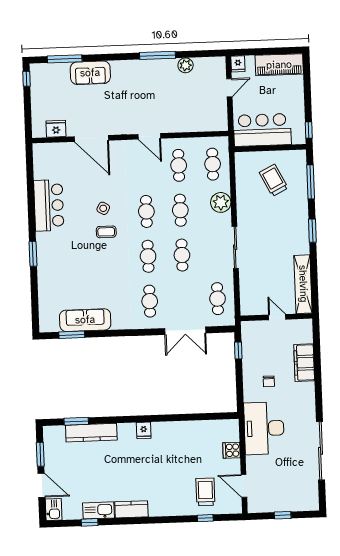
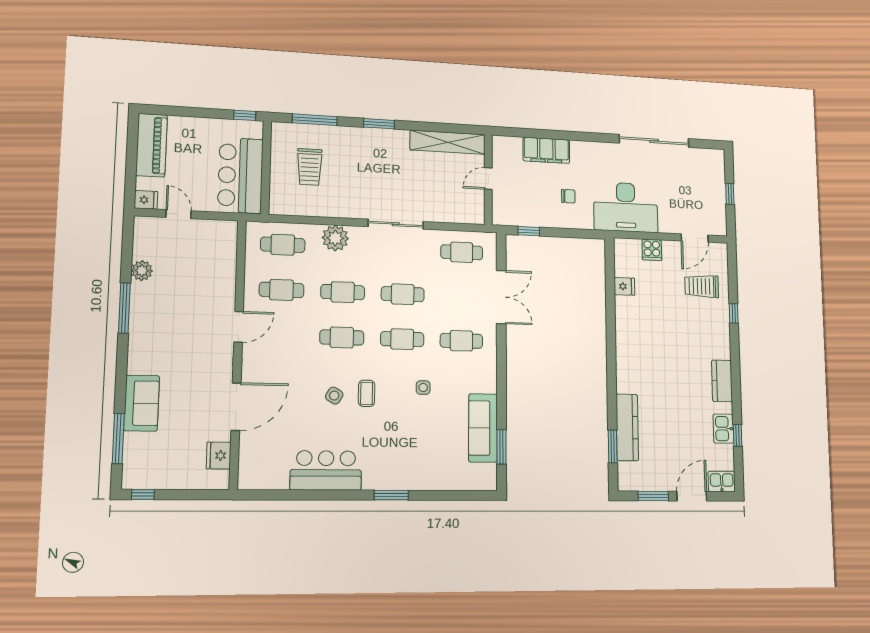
trolley: (274, 180) -> (310, 167), turned -63
side table: (113, 274) -> (423, 388), added
fridge: (144, 430) -> (624, 286), moved
kitchen sink: (99, 510) -> (723, 429), width x0.73
window: (205, 518) -> (734, 313), moved

